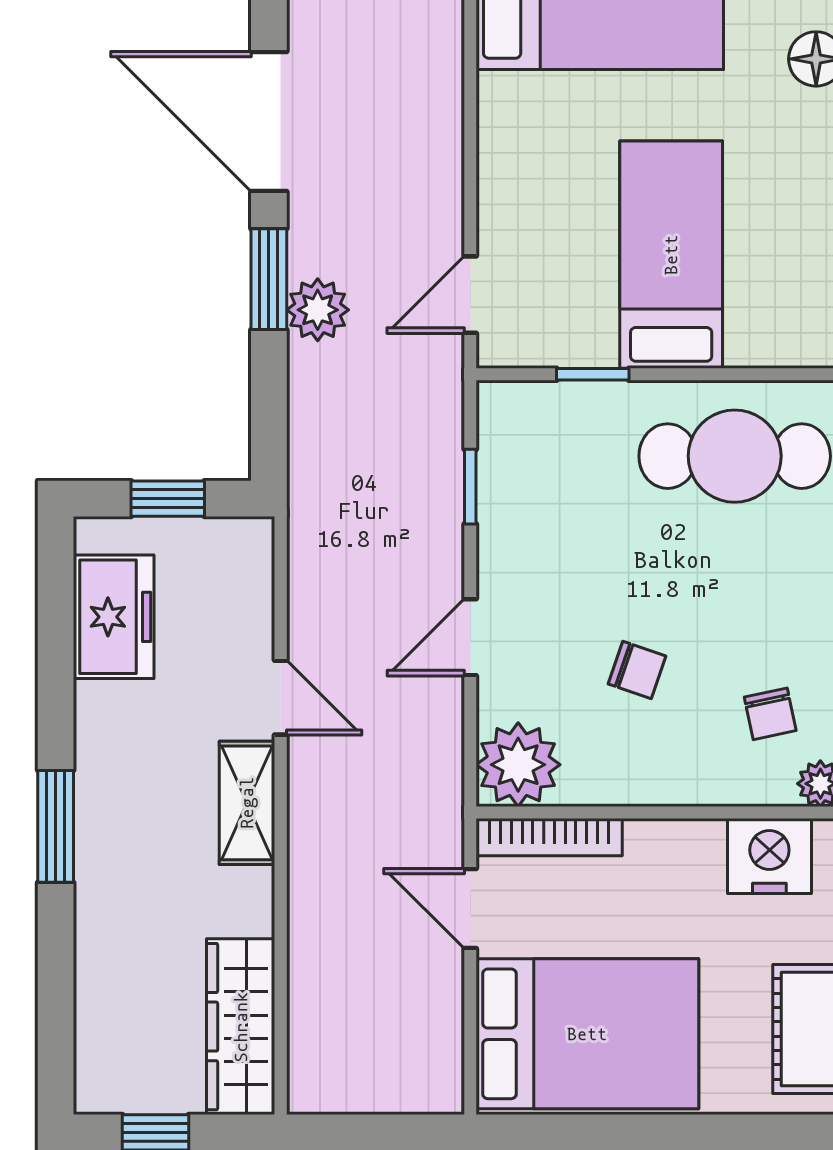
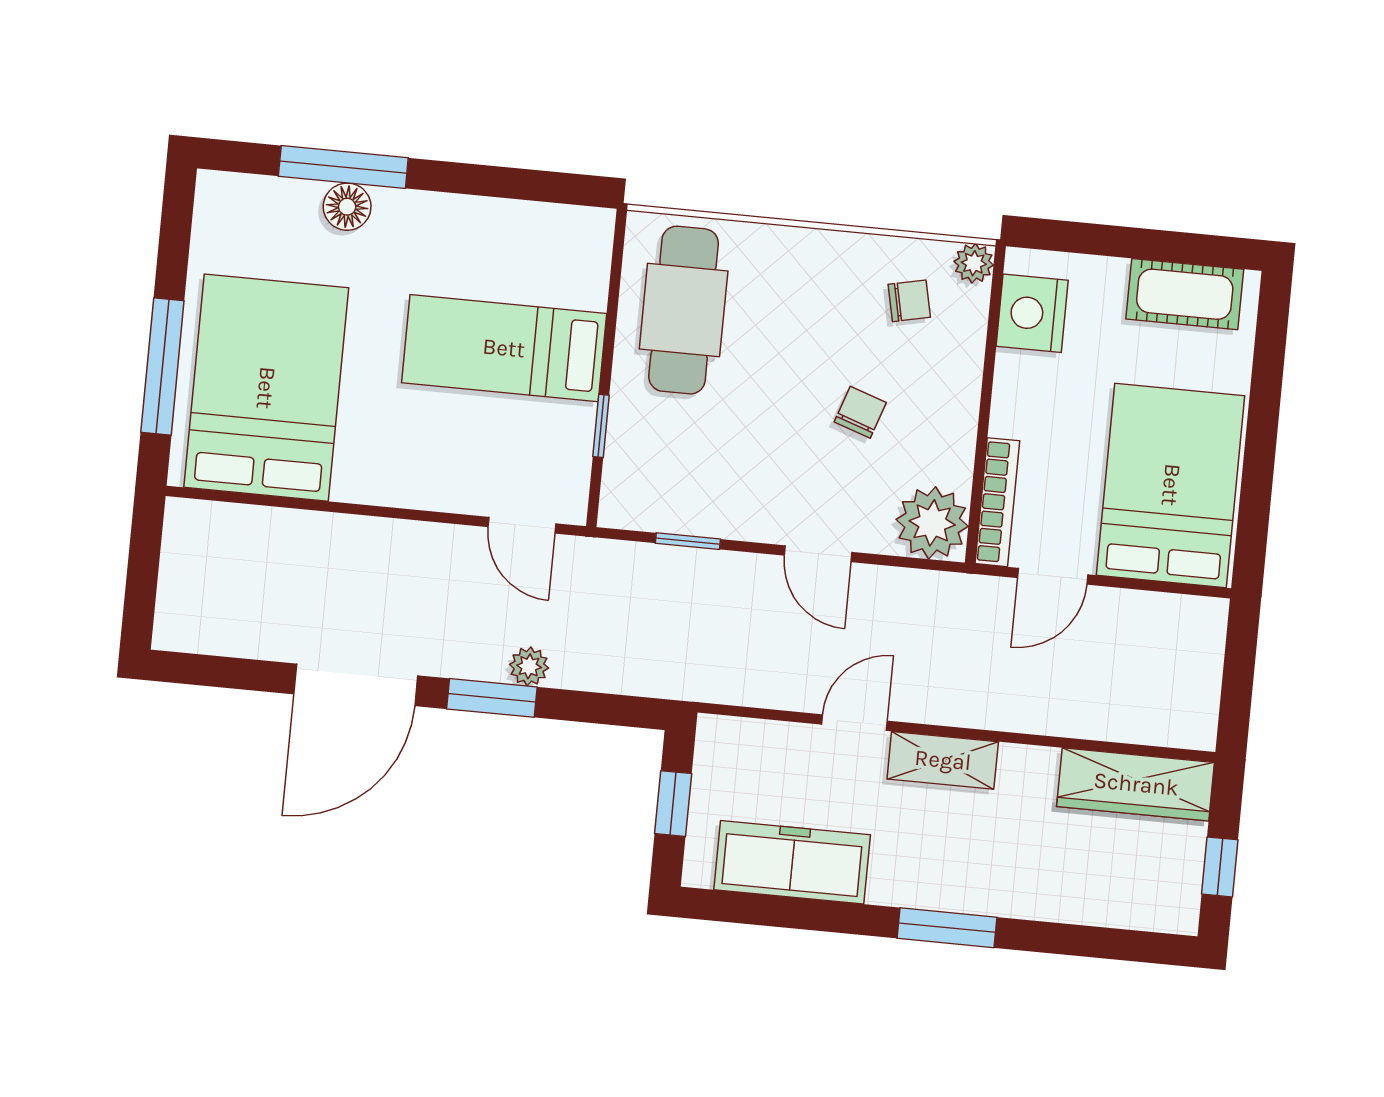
plant: (318, 310) -> (529, 666), width x0.73, depth x0.73
freezer: (114, 617) -> (792, 862), width x1.40

